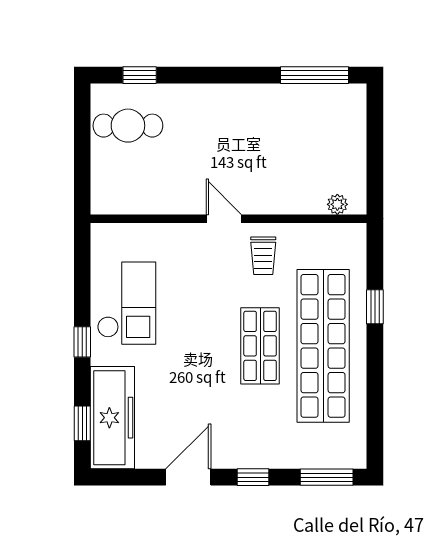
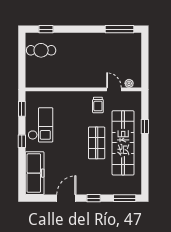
door: (224, 219) -> (114, 89), moved
window: (82, 423) -> (22, 109), moved

